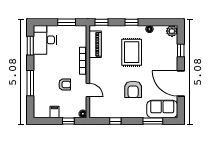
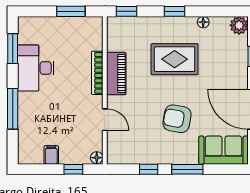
desk: (45, 40) -> (36, 68), moved
piano: (95, 44) -> (116, 74), moved
rug: (132, 52) -> (175, 59), turned 90
armchair: (65, 85) -> (68, 111), removed
armchair: (133, 89) -> (177, 119), turned 100
window: (153, 121) -> (187, 169), moved

